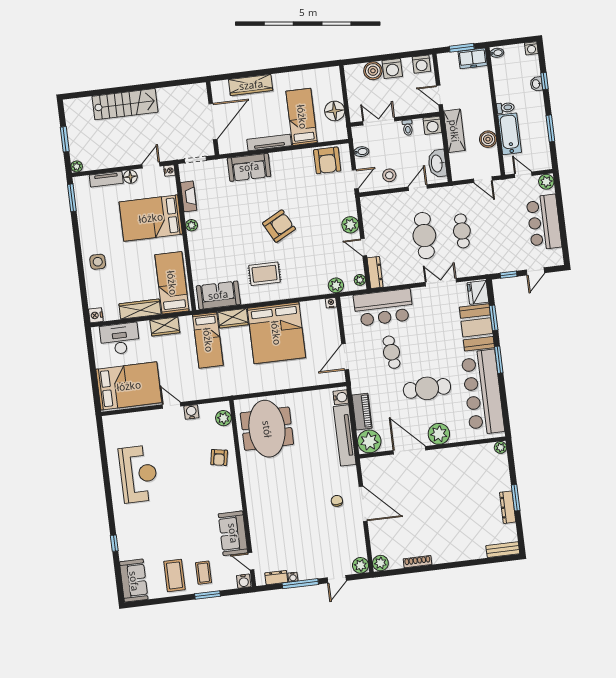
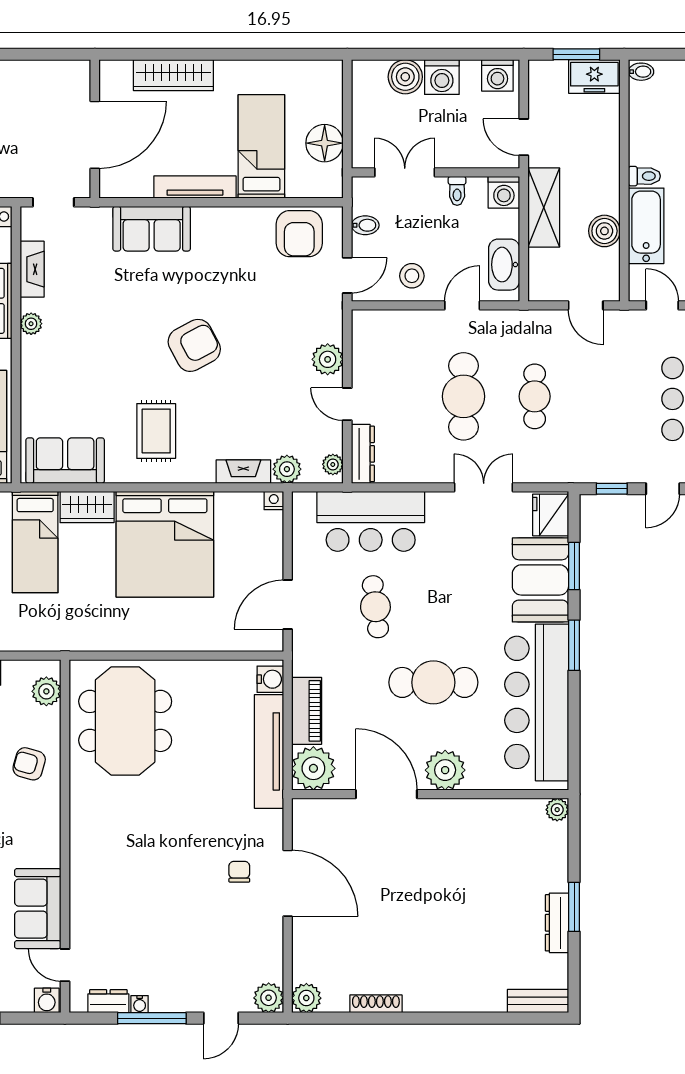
rug: (265, 274) -> (156, 431), turned 90
fireplace: (313, 289) -> (243, 472), added
armchair: (219, 457) -> (29, 764), turned 96

